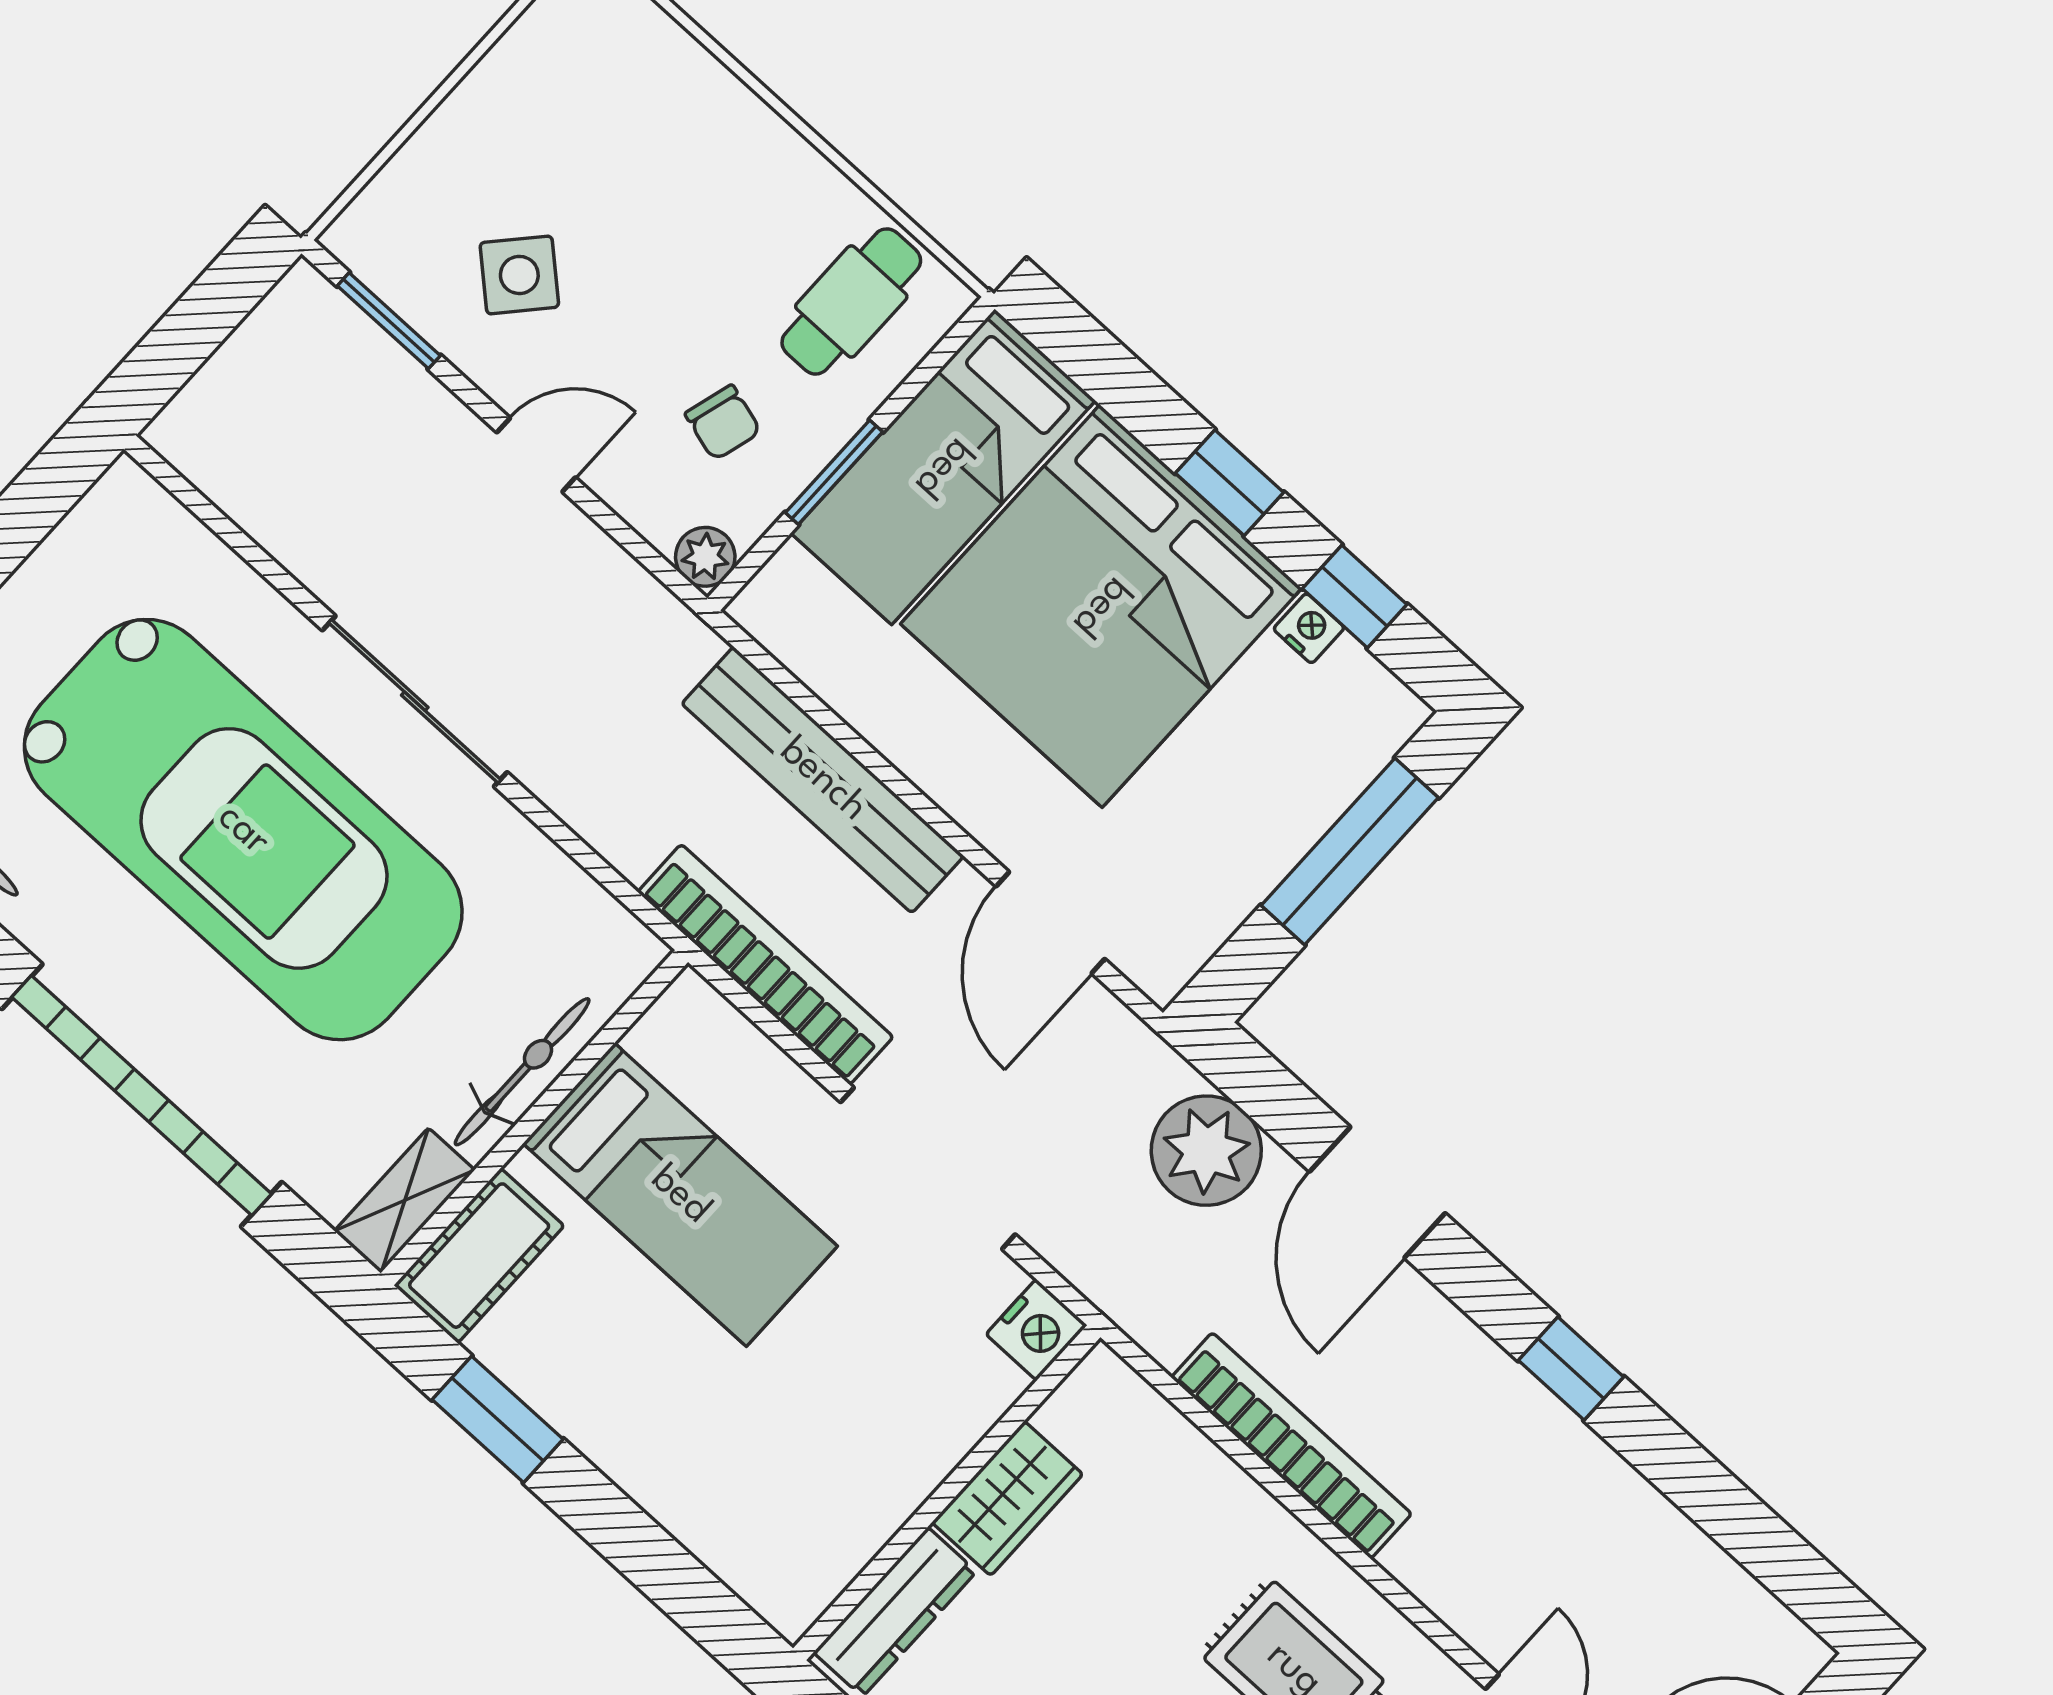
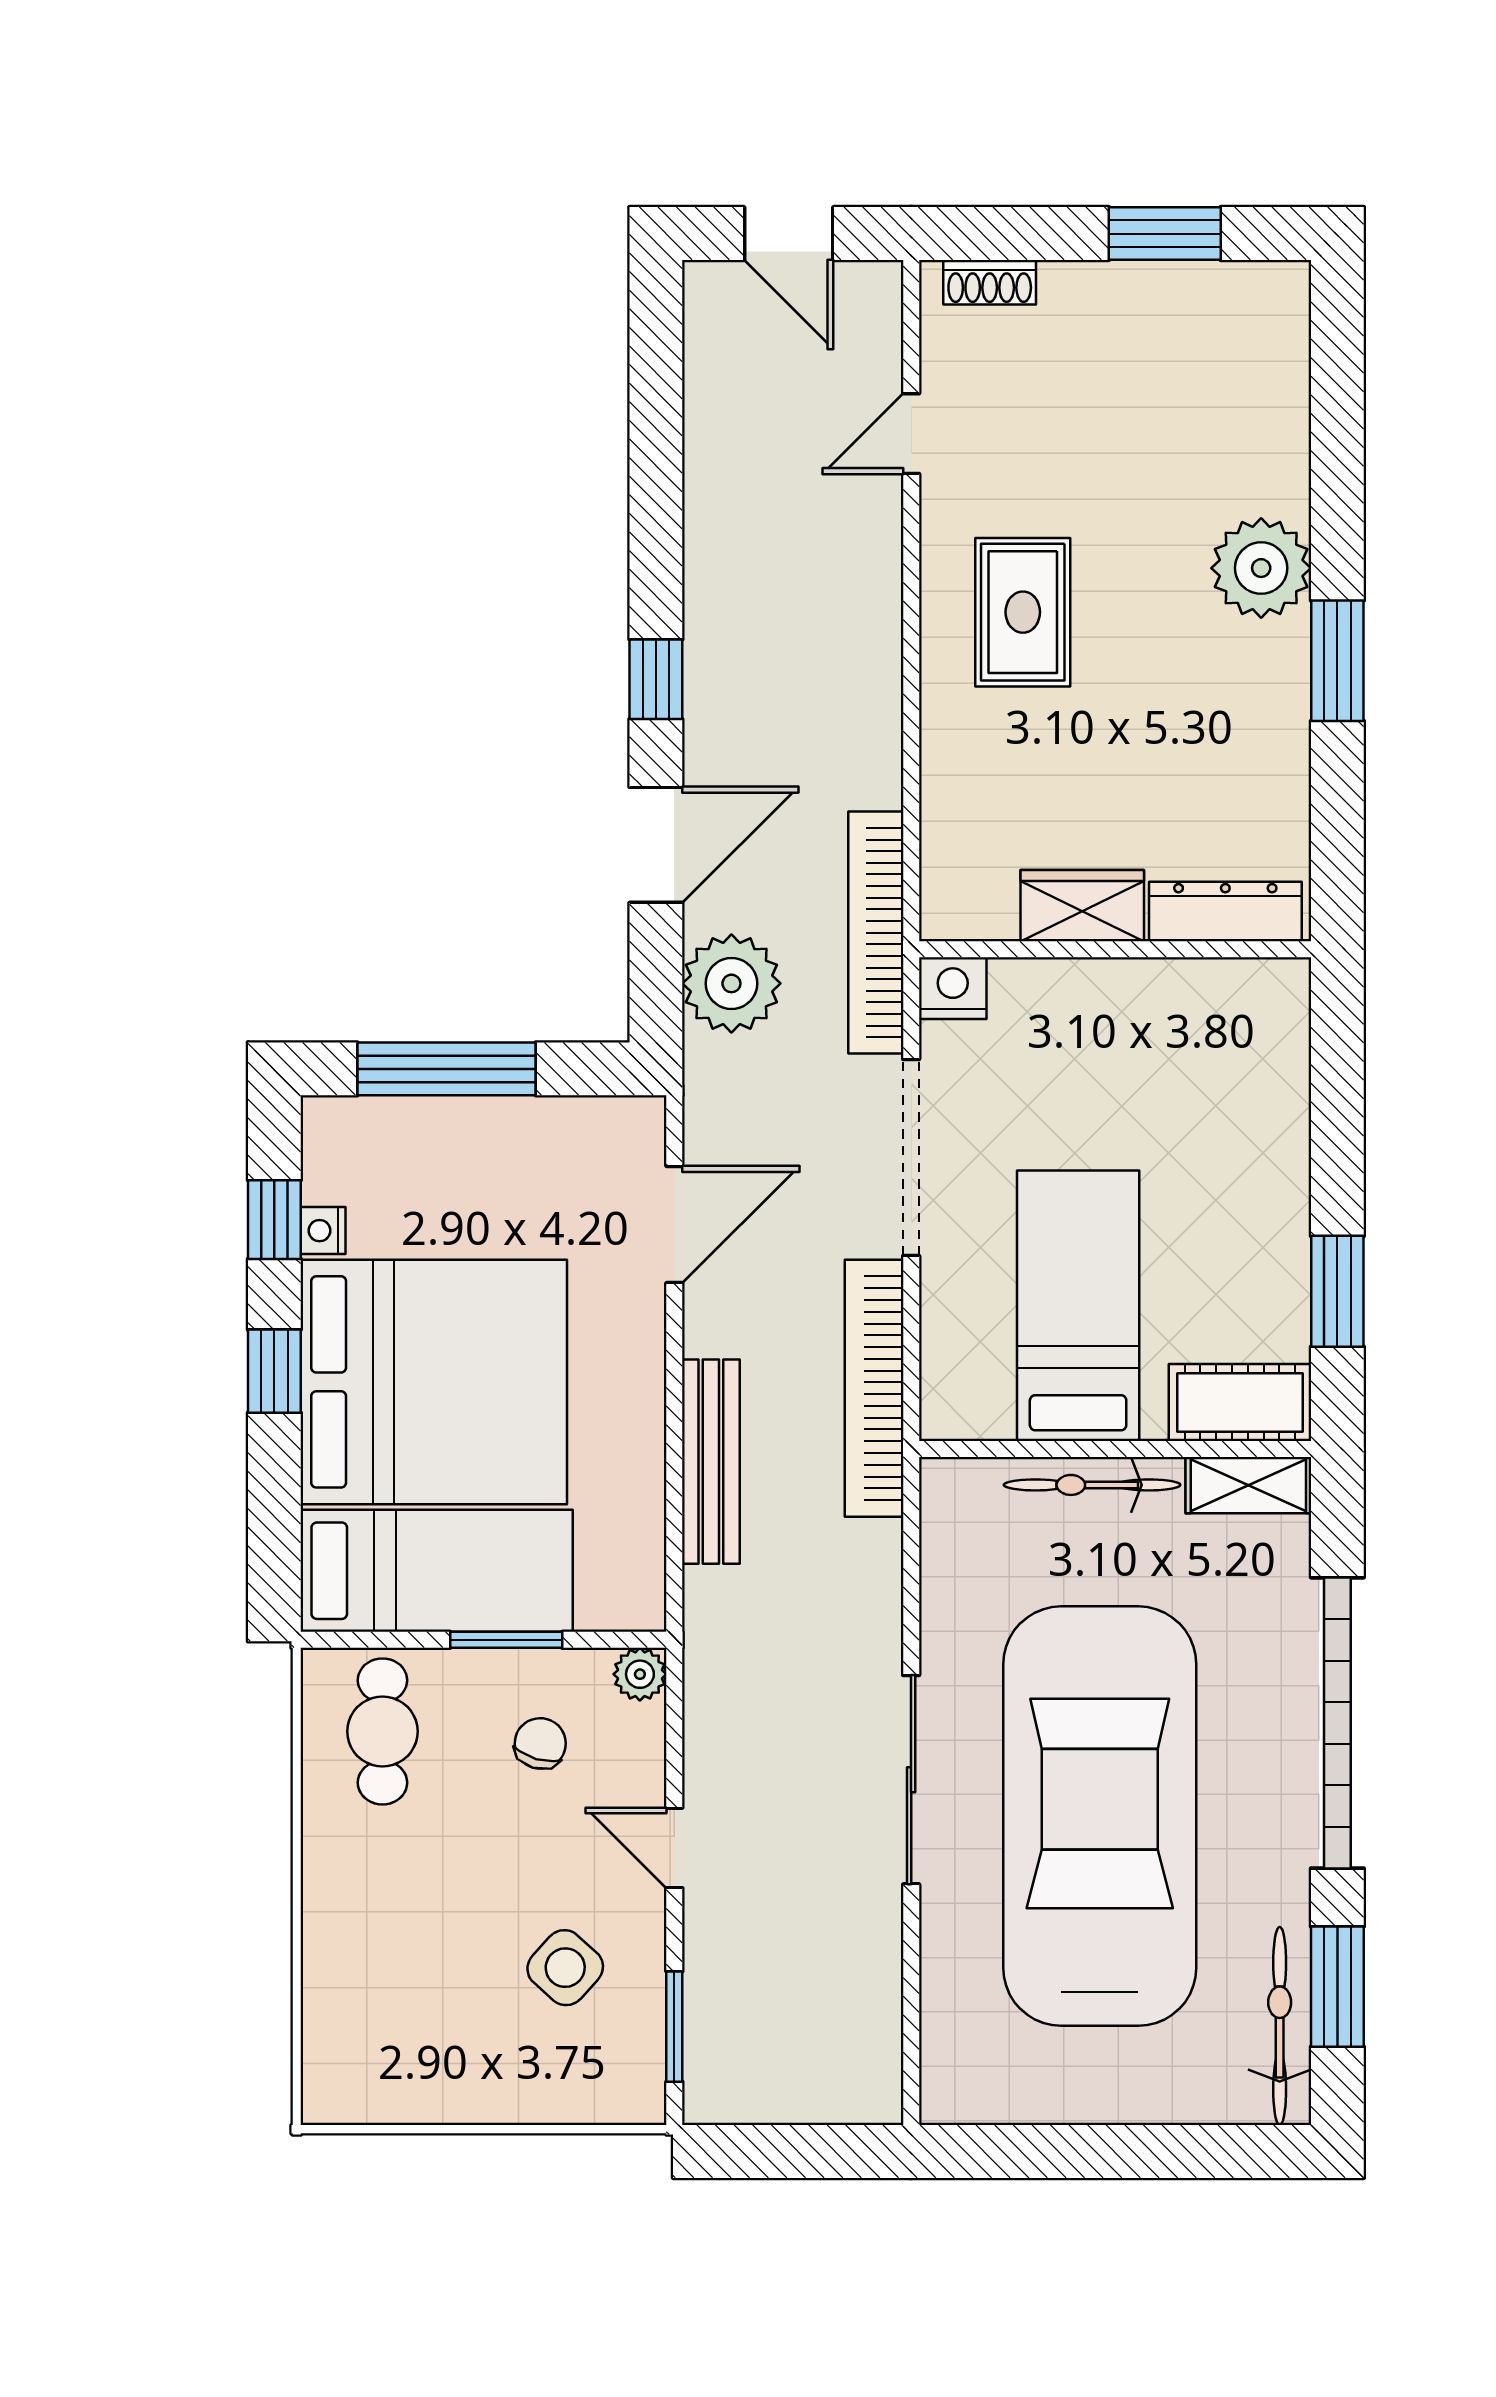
cafe table: (851, 301) -> (382, 1731), turned 90
bench: (823, 780) -> (711, 1462), width x0.73, depth x0.82
window: (1571, 1369) -> (656, 679), moved
bookcase: (1291, 1446) -> (876, 933), moved

